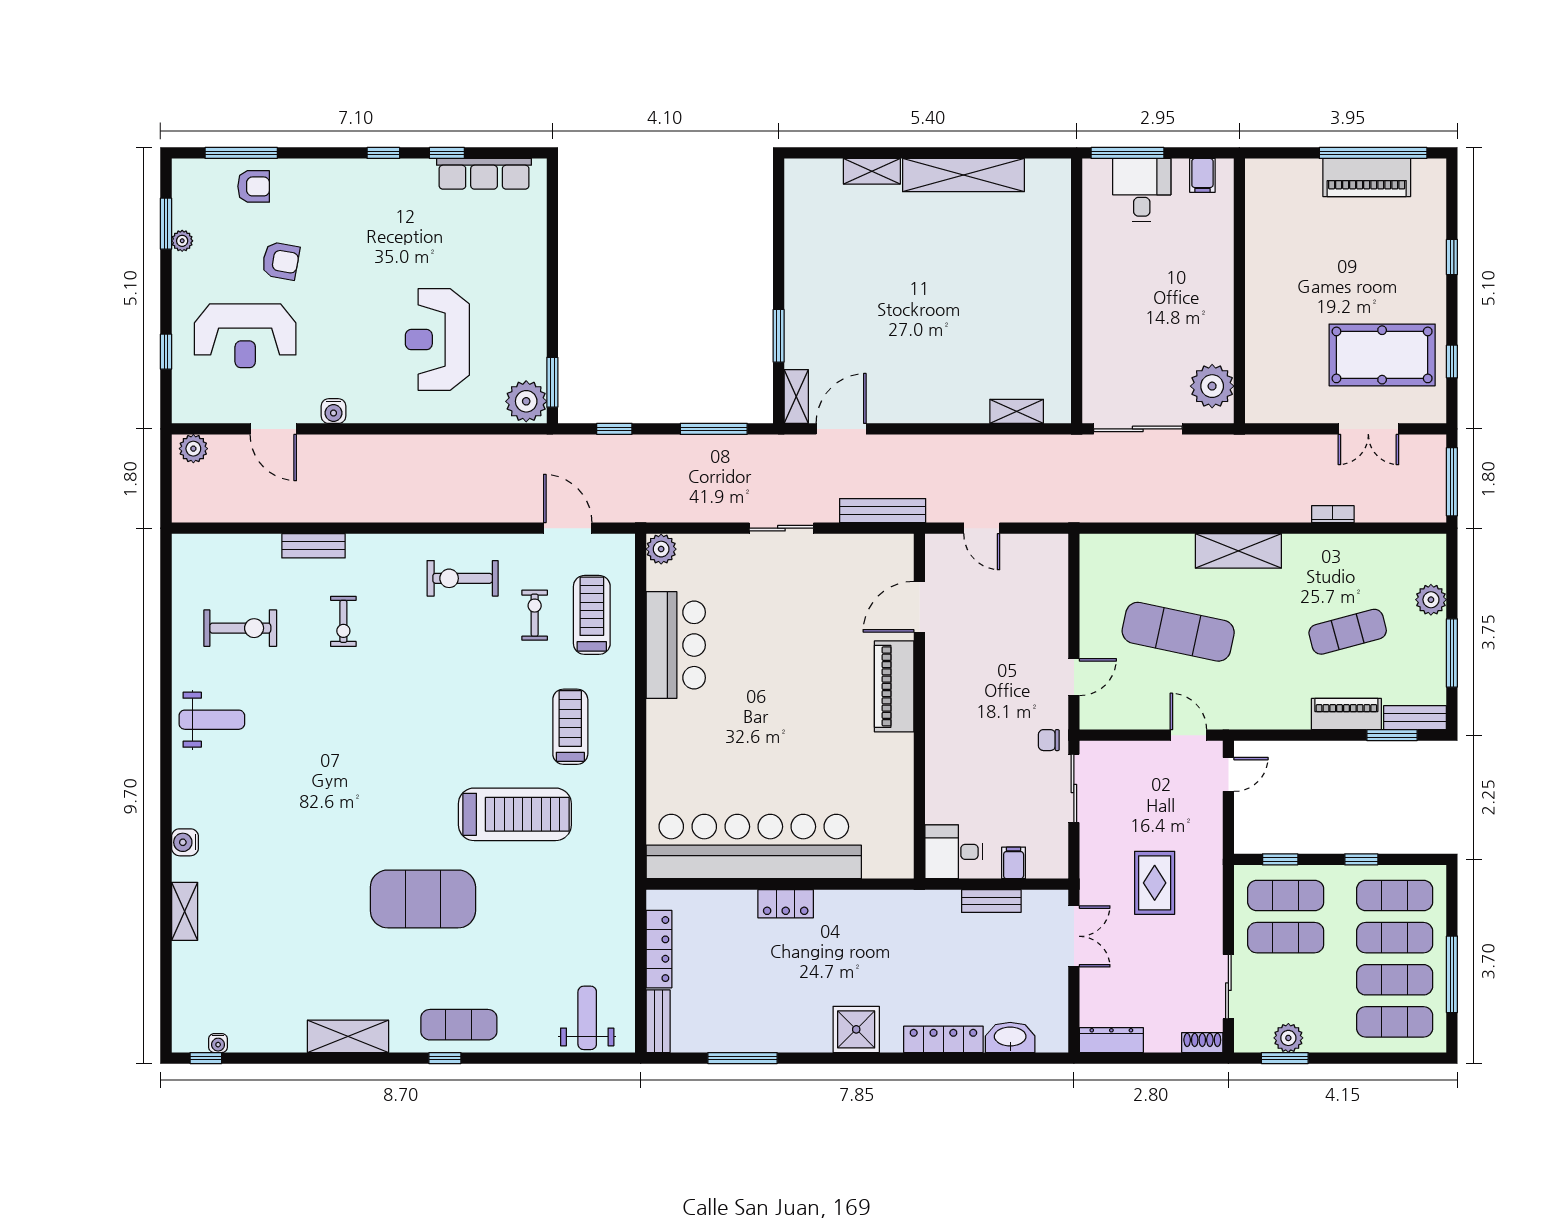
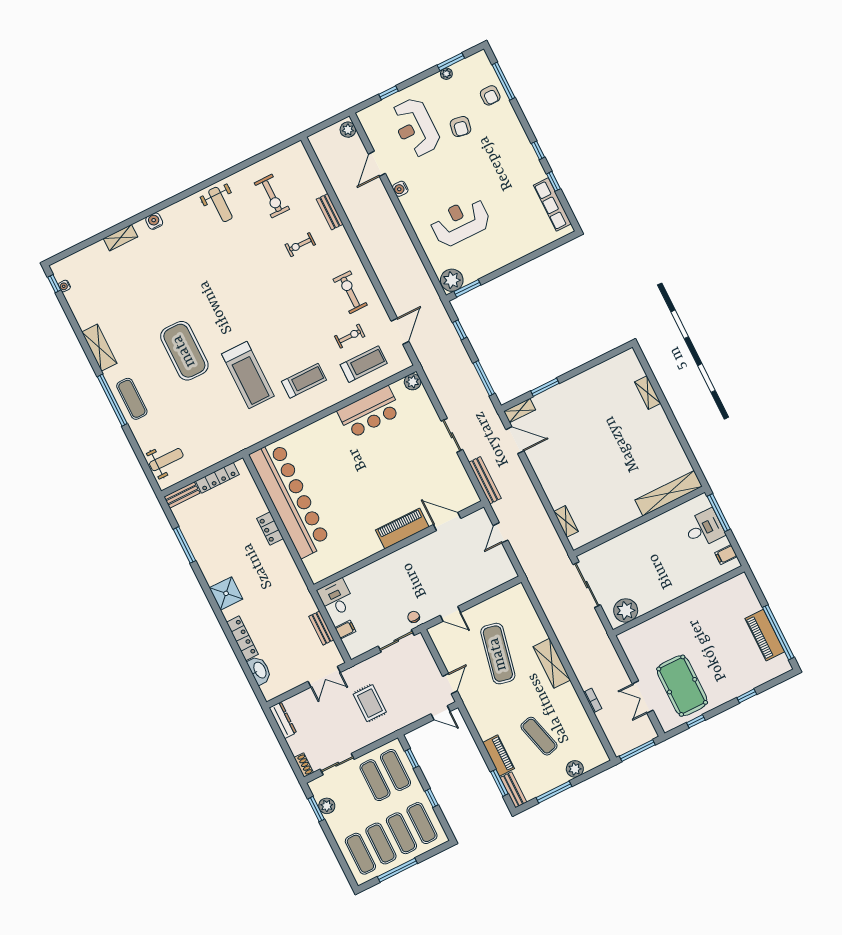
shelving: (963, 175) -> (669, 493), moved, turned 90
rug: (1155, 883) -> (370, 703), turned 90
window: (445, 1058) -> (112, 400), width x3.17

